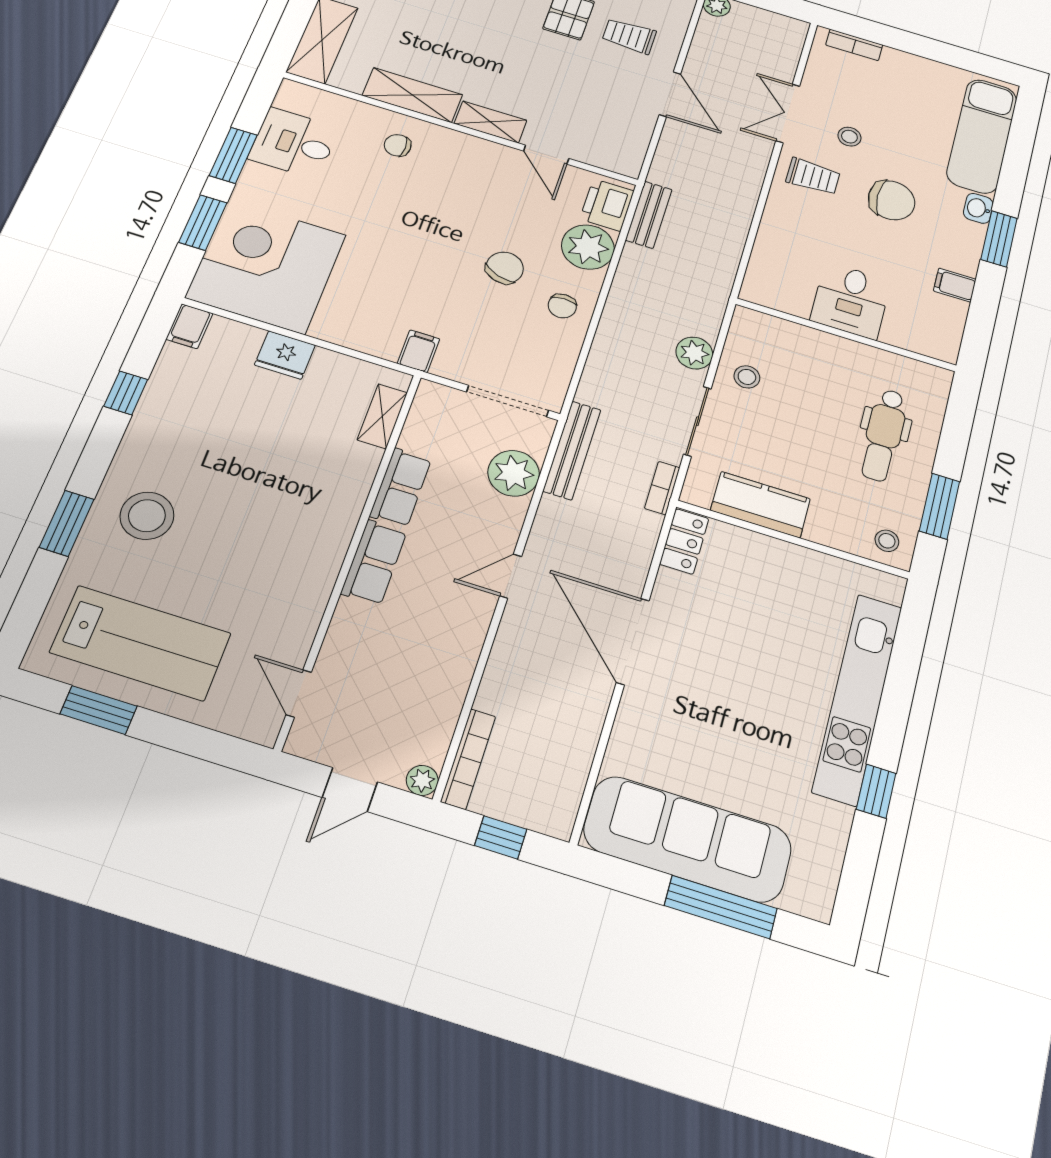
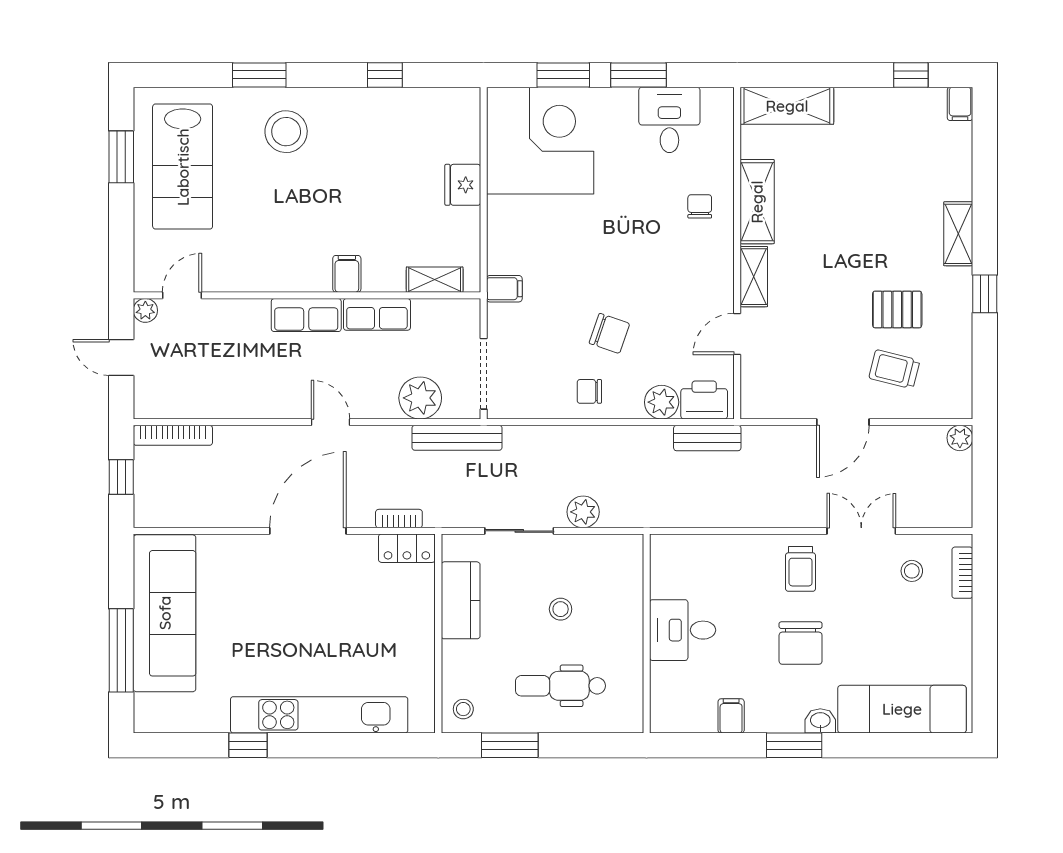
trolley: (629, 36) -> (894, 369), turned -76
stool: (849, 137) -> (912, 571), moved
plant: (588, 247) -> (662, 402), width x0.73, depth x0.73
filing cabinet: (189, 326) -> (347, 274), moved, turned 90
stool: (747, 377) -> (561, 609), moved
bookcase: (662, 488) -> (399, 519), moved
plant: (422, 780) -> (145, 310), moved

